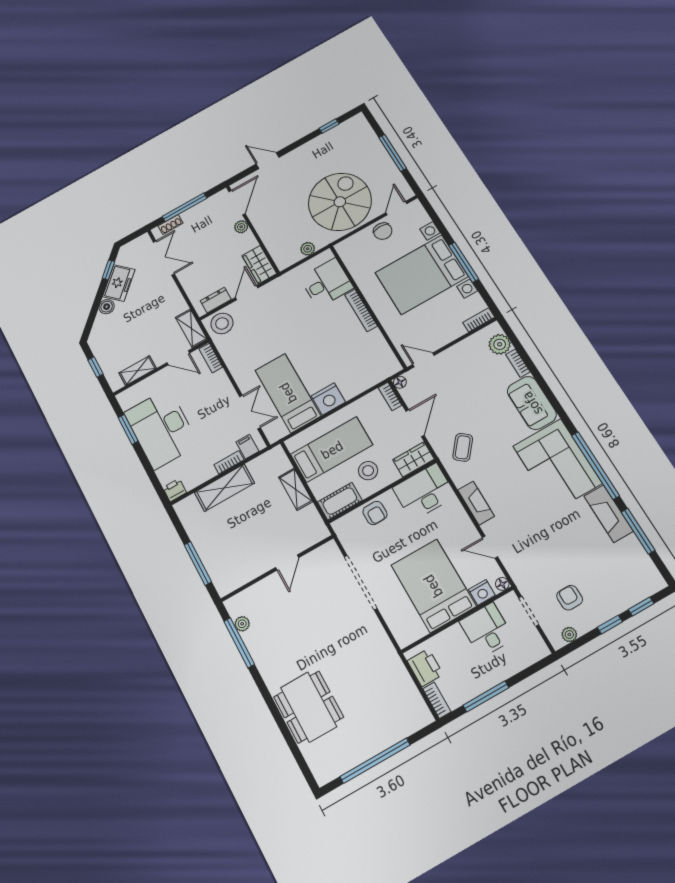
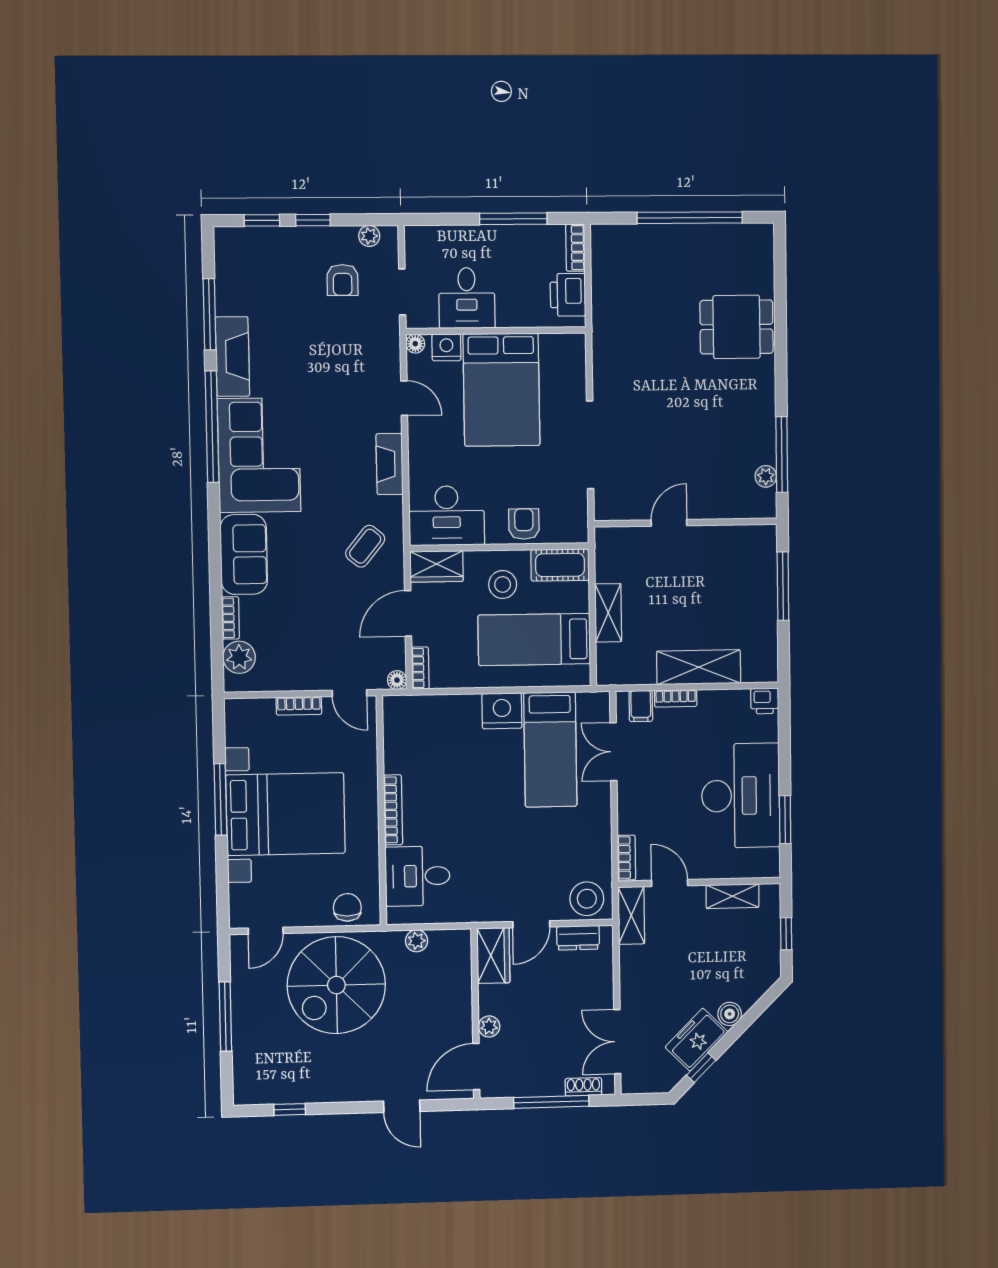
chair: (383, 231) -> (347, 907), moved
bookcase: (479, 320) -> (299, 706), moved
dining table: (309, 707) -> (737, 327), width x0.73

